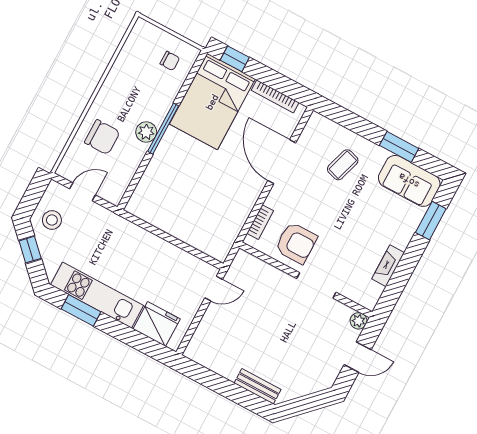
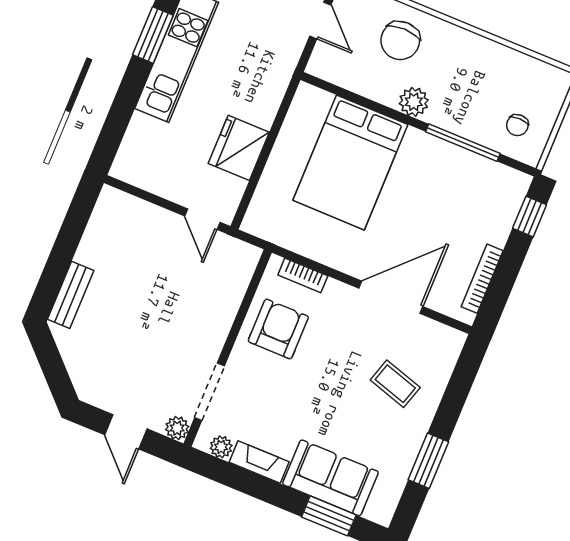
bed: (212, 102) -> (350, 162), moved, turned -90
window: (163, 129) -> (463, 143), moved
sofa: (409, 181) -> (330, 478), moved, turned 90
armchair: (296, 243) -> (278, 329), turned 180
doorway: (316, 285) -> (210, 392), moved
plant: (375, 291) -> (221, 447), added
fridge: (157, 324) -> (239, 148), moved, turned 180

